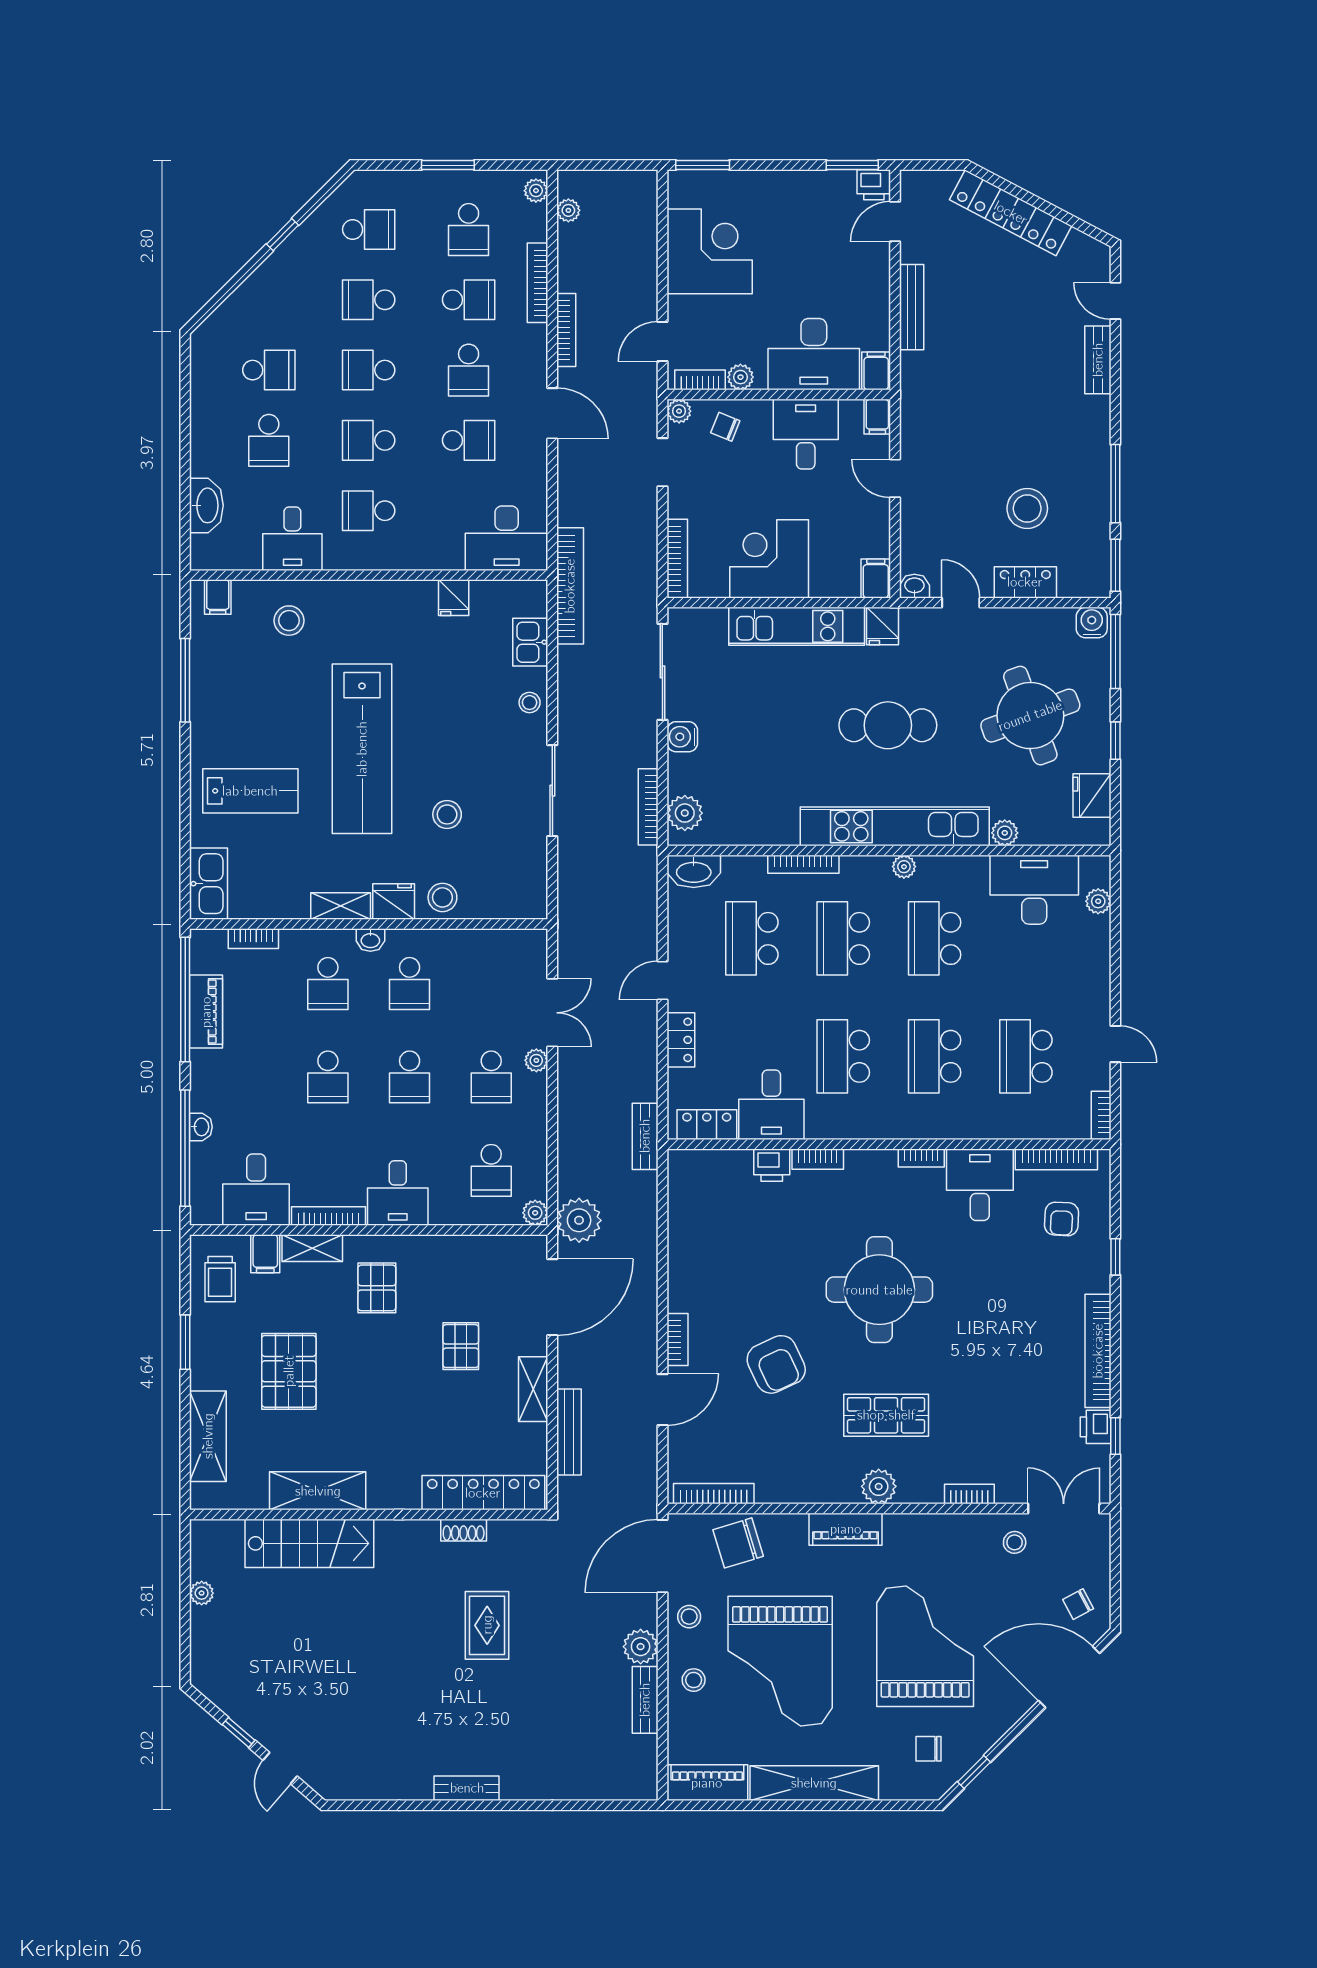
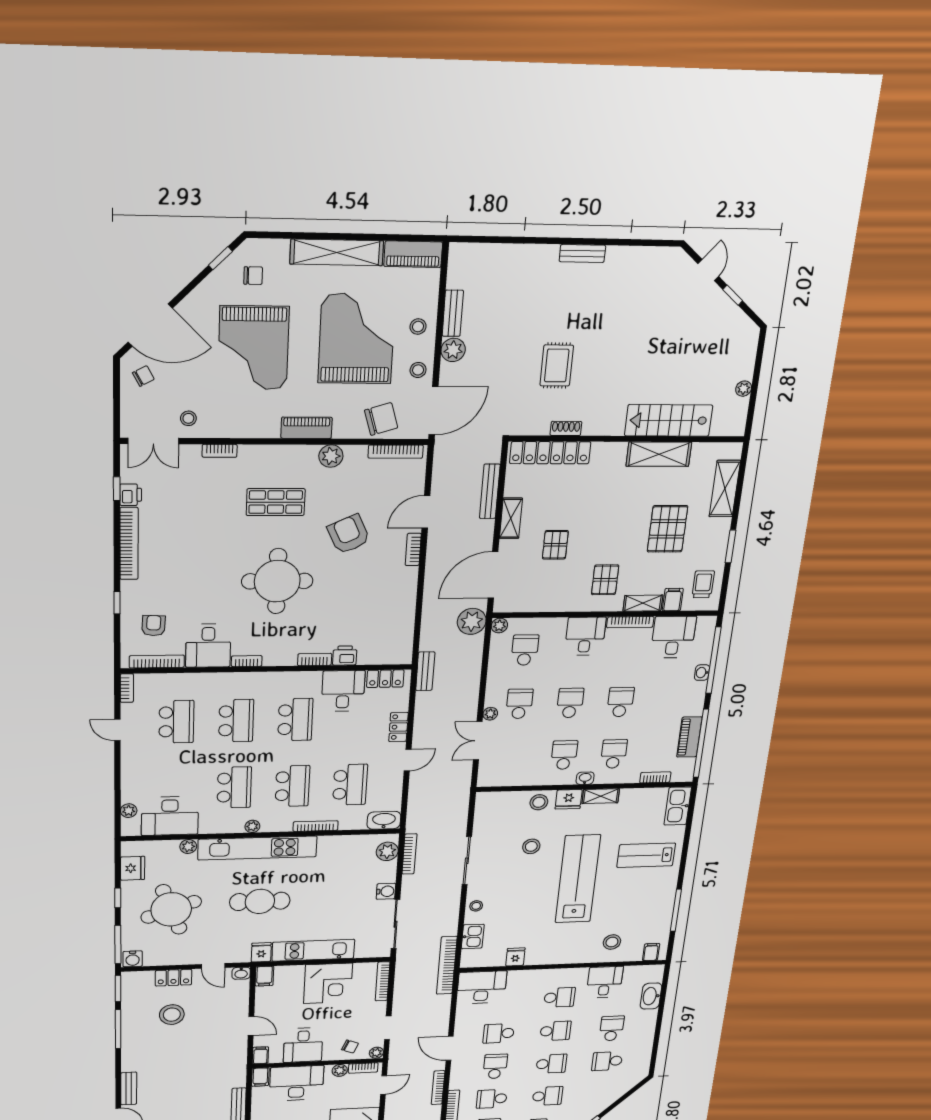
plant: (879, 1486) -> (331, 456), moved

